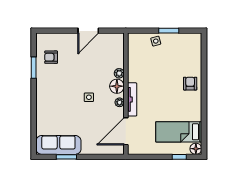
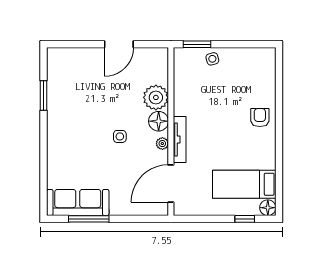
window: (169, 31) -> (197, 44), moved
armchair: (51, 57) -> (68, 81), removed
plant: (119, 73) -> (156, 97), width x1.87, depth x1.87
window: (66, 157) -> (89, 219), width x1.44

